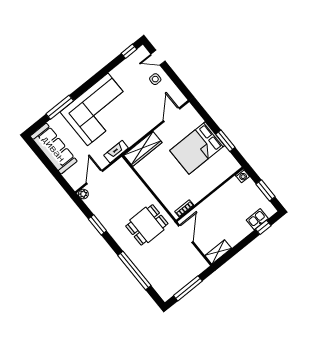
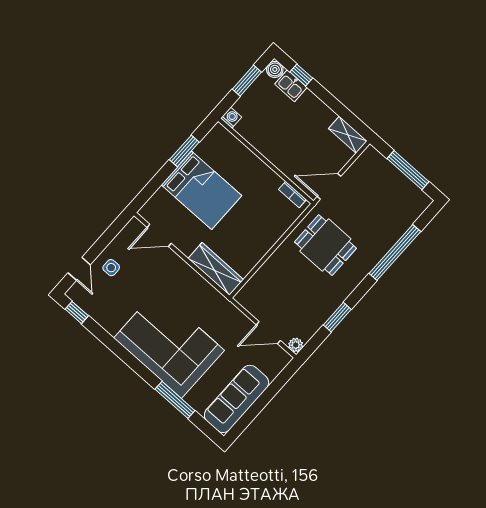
fireplace: (116, 152) -> (226, 307), removed
boiler: (270, 210) -> (275, 69), added

